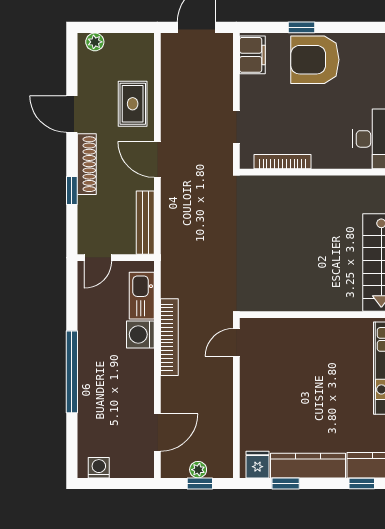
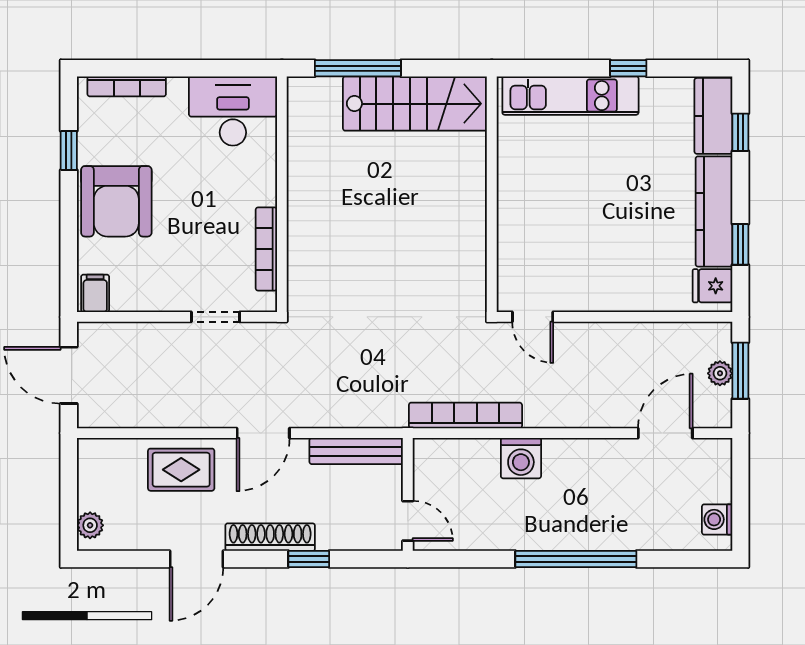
window: (301, 27) -> (69, 150), moved
filing cabinet: (252, 55) -> (95, 293), width x0.50
kitchen sink: (142, 296) -> (464, 456), removed
bookcase: (169, 337) -> (465, 415), moved
door: (157, 433) -> (665, 433), hinge flipped
window: (200, 483) -> (740, 371), width x1.50

